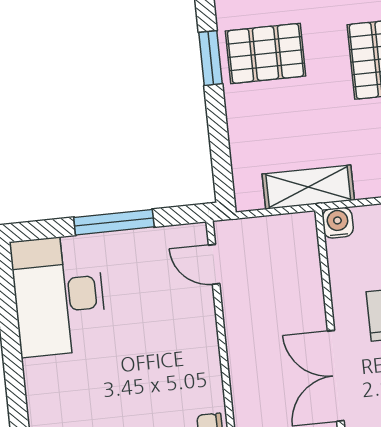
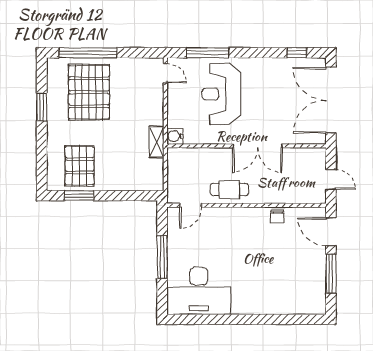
shelving: (308, 187) -> (157, 142), width x0.67, depth x0.75
cafe table: (250, 333) -> (229, 190), added

